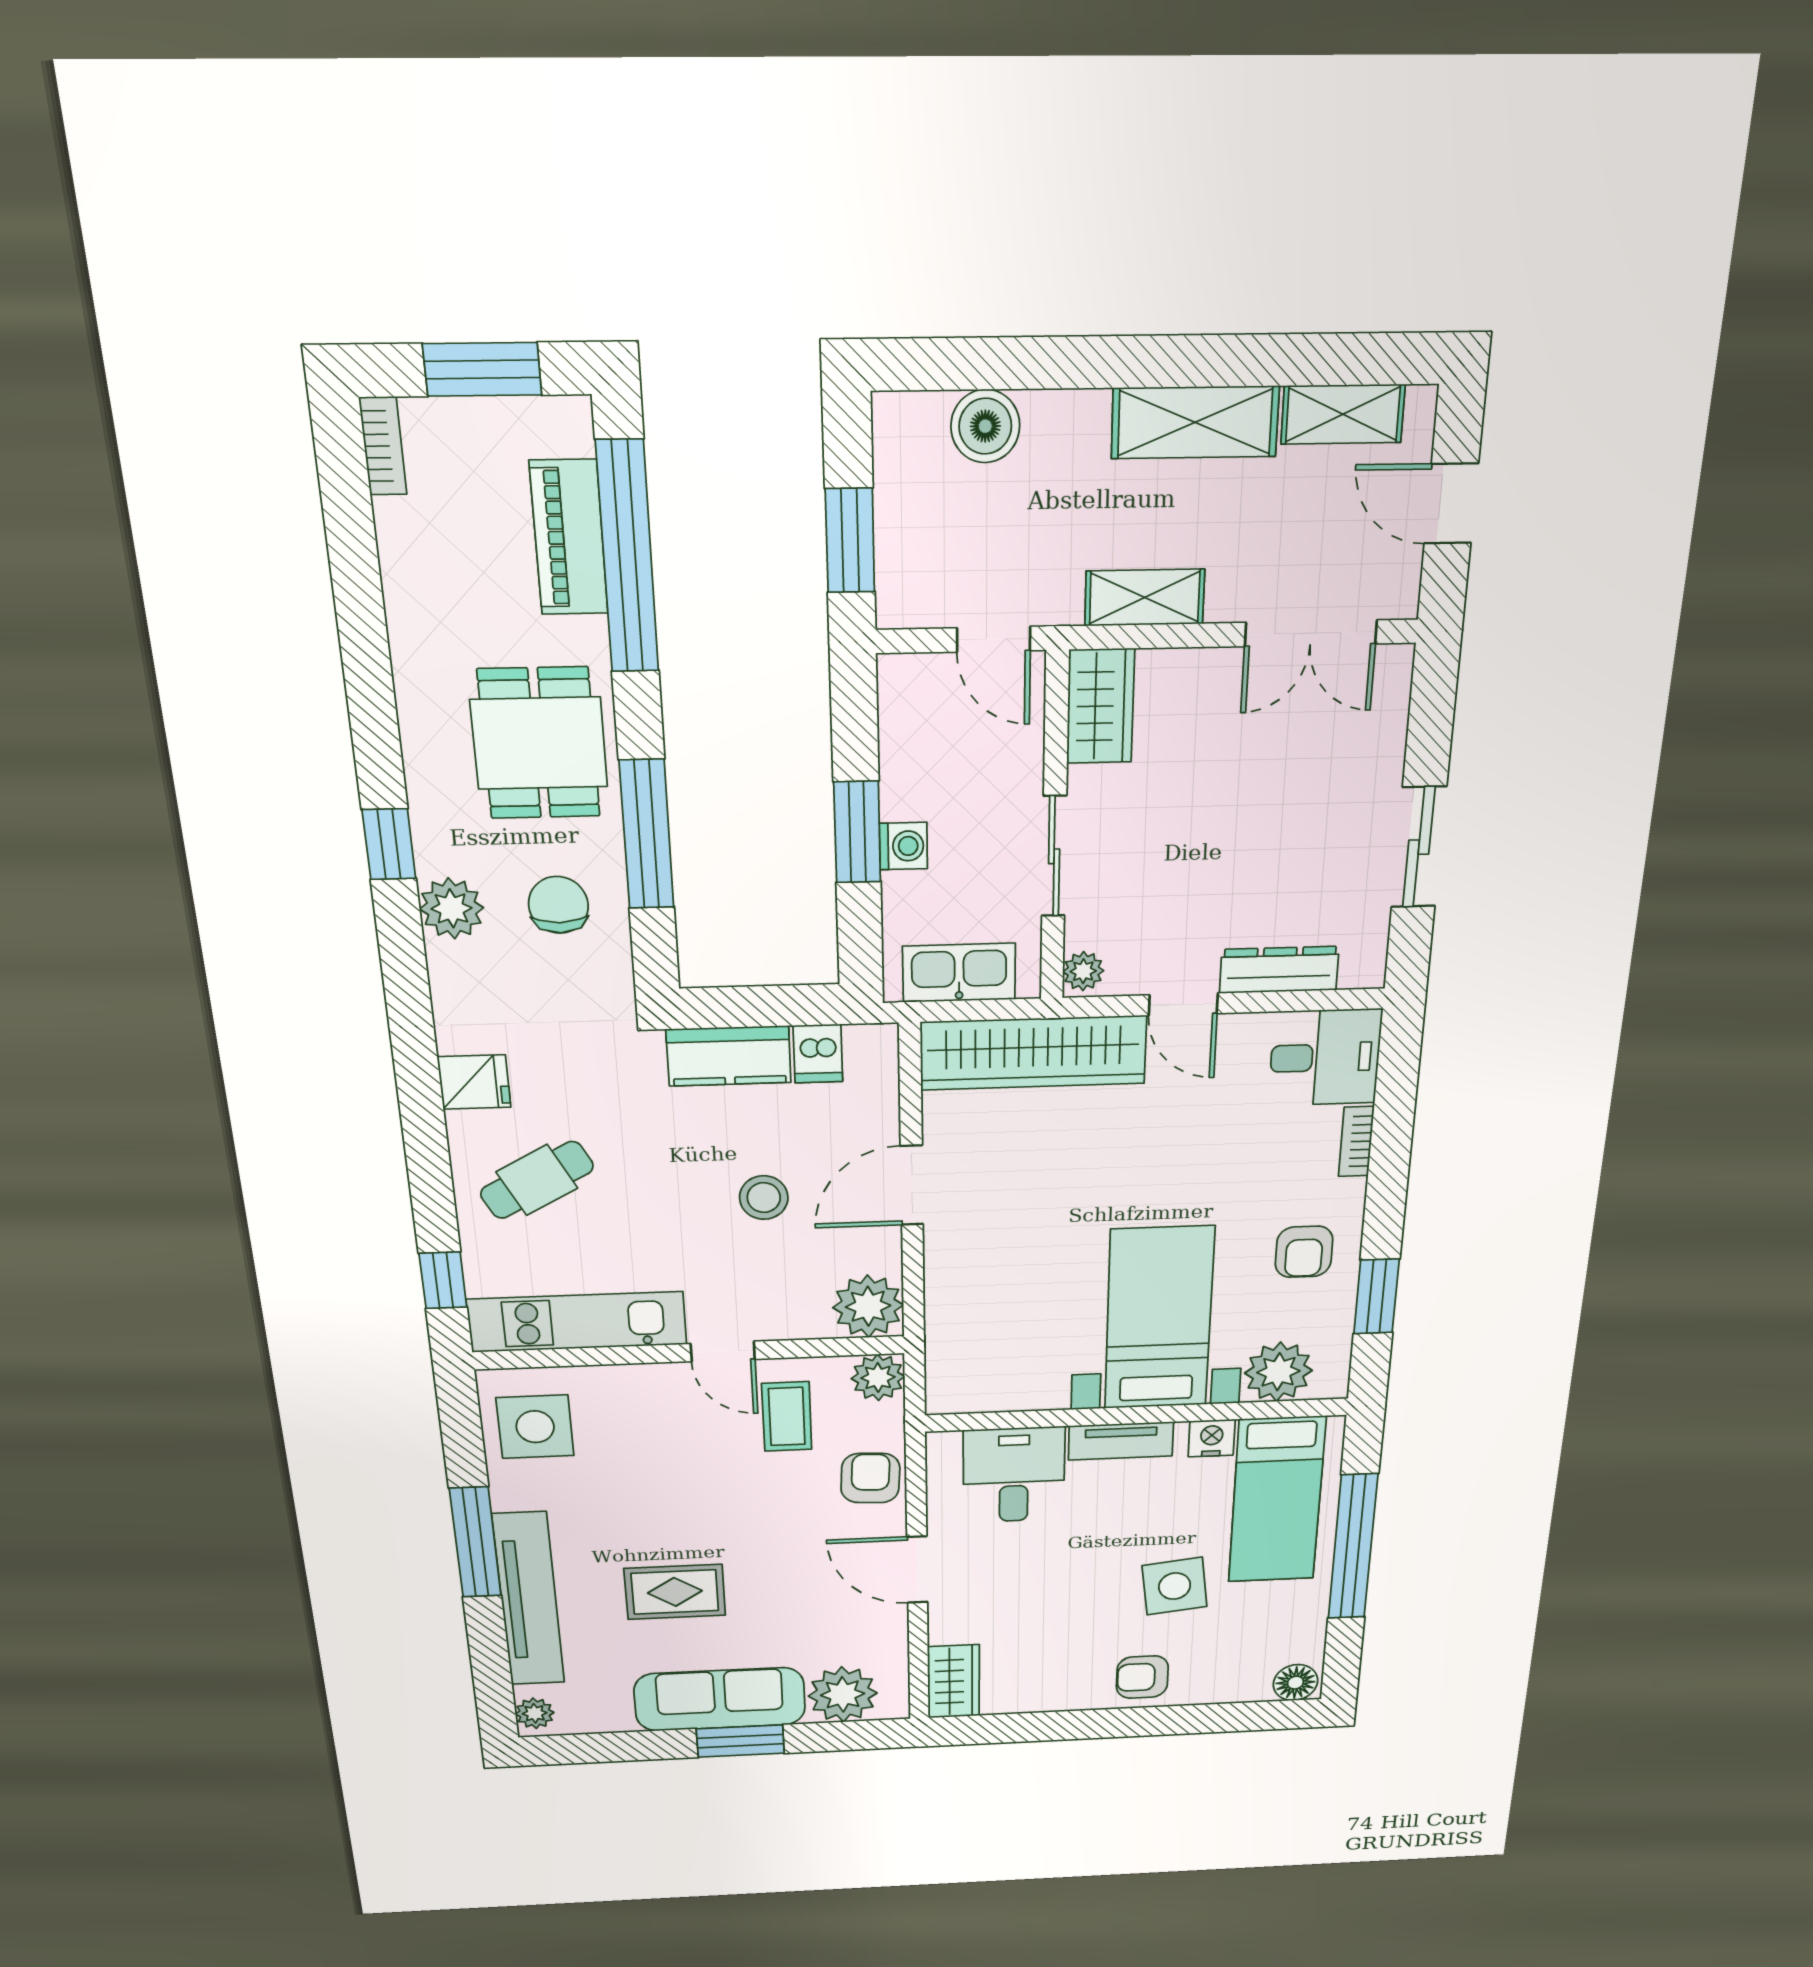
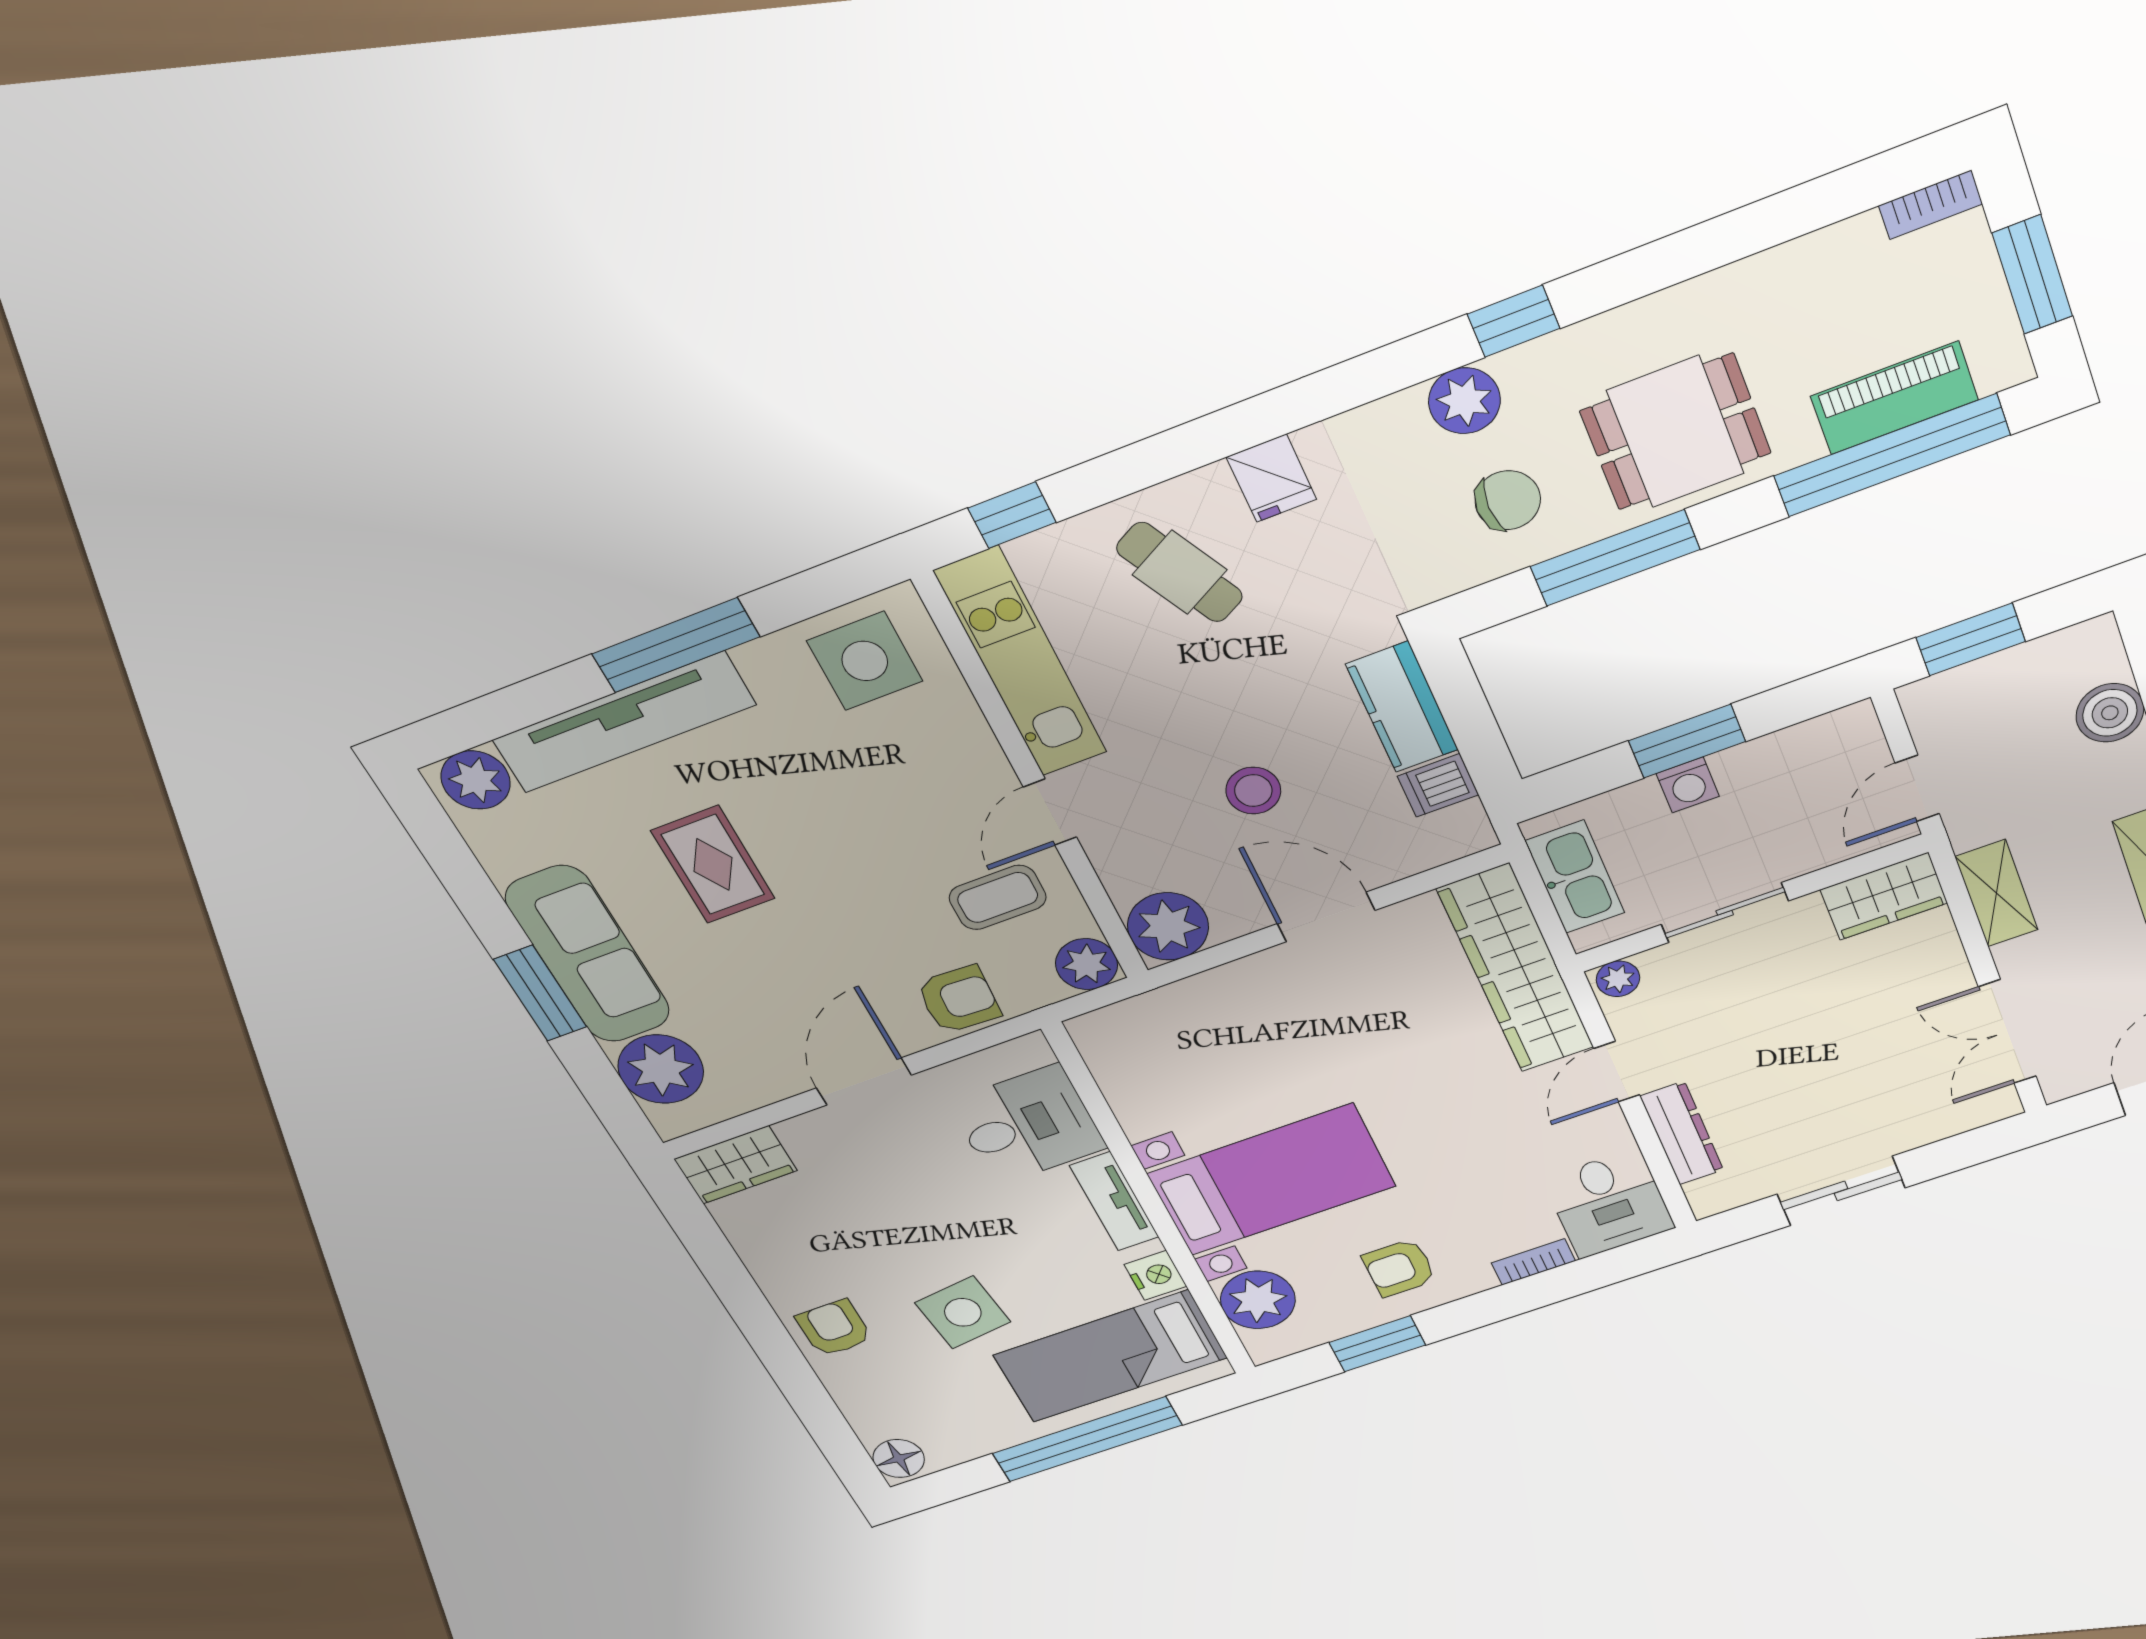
plant: (535, 1713) -> (476, 780), width x1.38, depth x1.38

